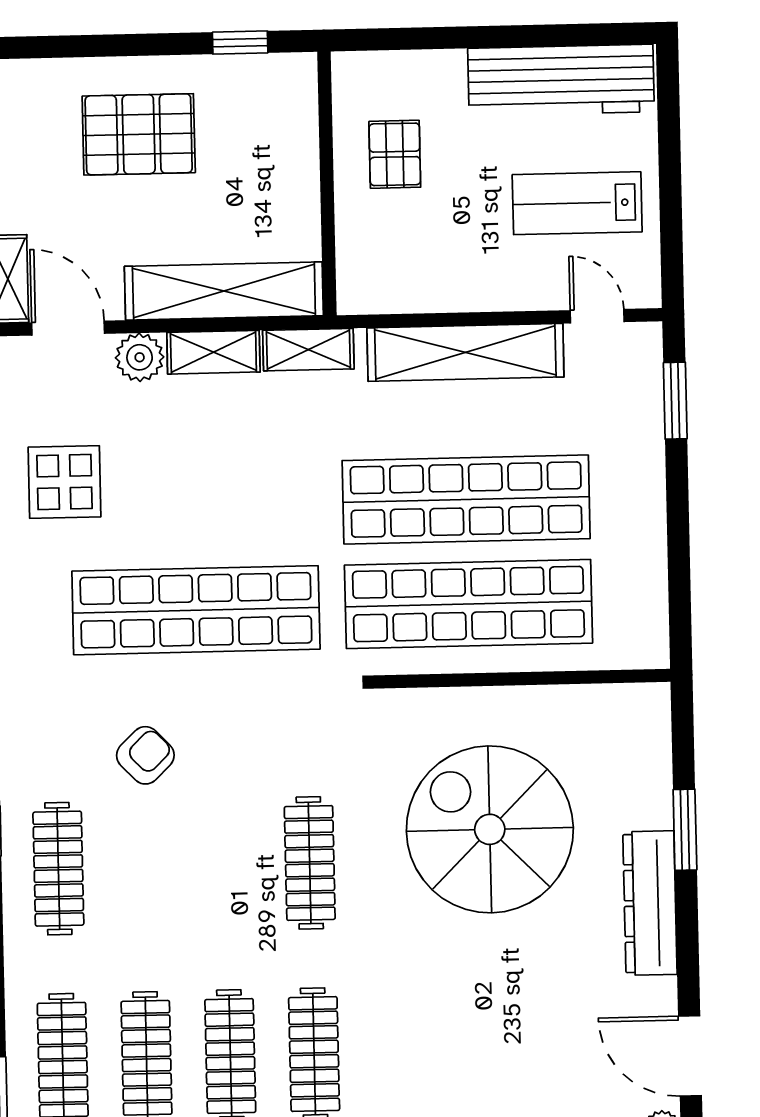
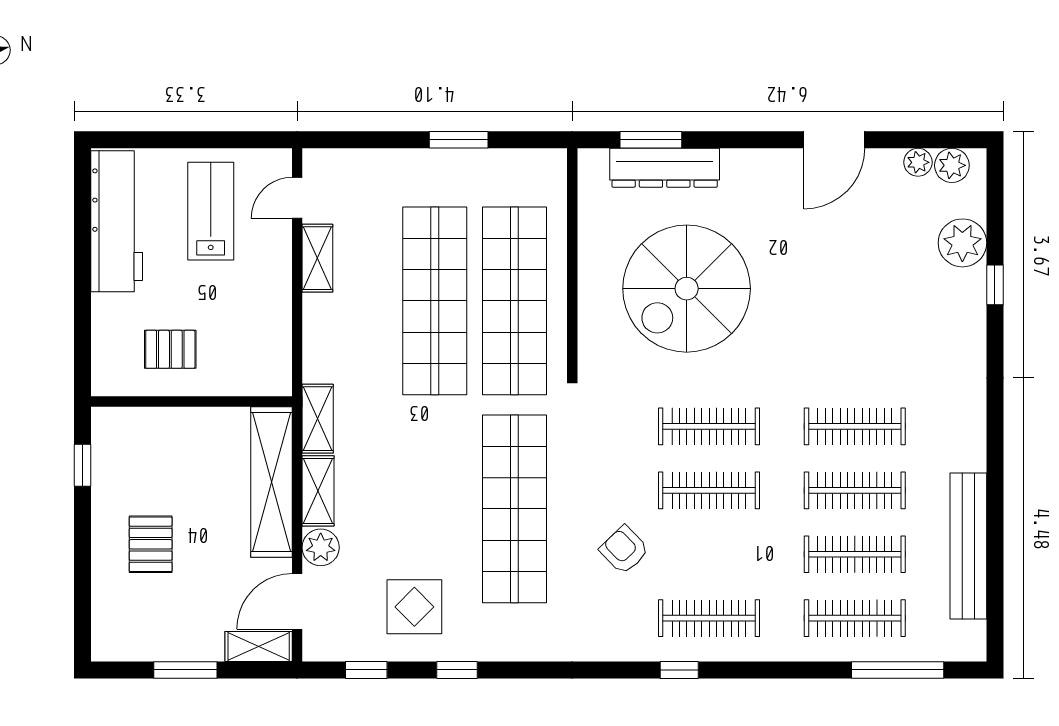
pallet: (139, 134) -> (151, 544), width x0.67, depth x0.71
lab bench: (577, 203) -> (211, 211), turned 180
shelving: (465, 352) -> (317, 258), width x0.45, depth x0.75
window: (675, 401) -> (459, 140), moved
window: (685, 830) -> (651, 140), moved
clothes rail: (226, 865) -> (709, 490), added
dresser: (650, 903) -> (665, 168), moved
door: (690, 1056) -> (834, 140), moved

